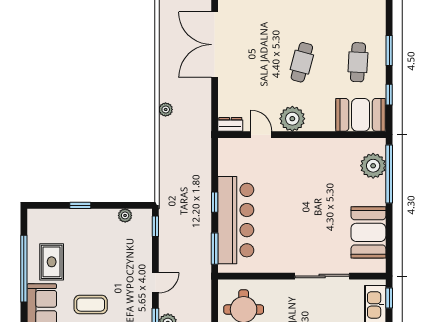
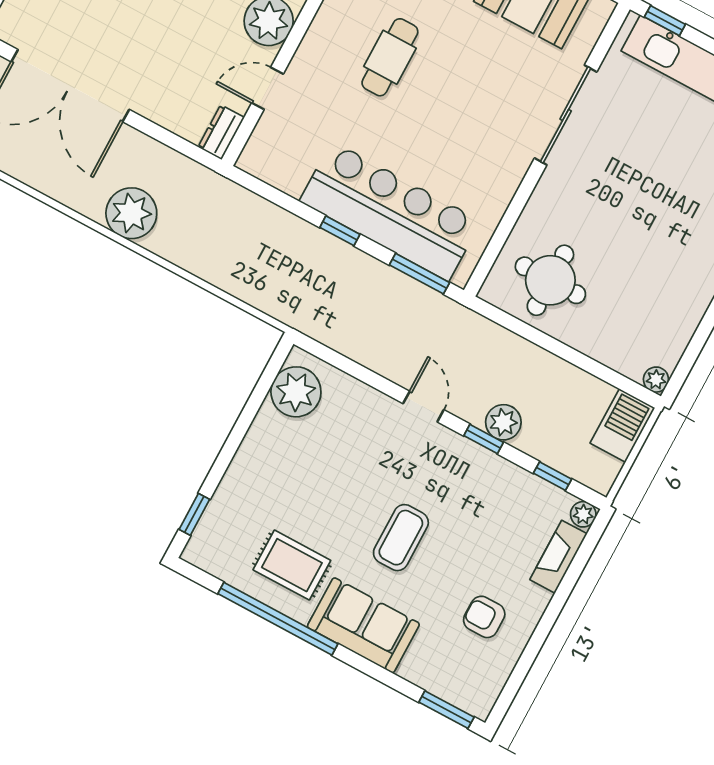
plant: (166, 109) -> (131, 213), width x1.88, depth x1.88
cafe table: (305, 182) -> (390, 57), added
window: (80, 205) -> (194, 514), moved
plant: (125, 215) -> (296, 392), width x1.88, depth x1.88
window: (155, 226) -> (327, 355), removed

